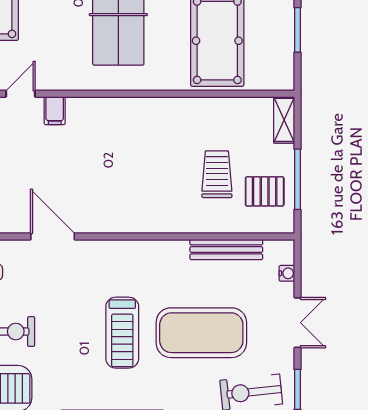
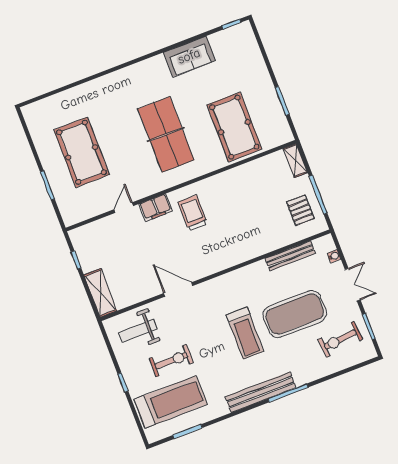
filing cabinet: (55, 111) -> (156, 207), width x2.00
trolley: (217, 174) -> (193, 213), moved
pallet: (265, 191) -> (300, 210), turned 90

